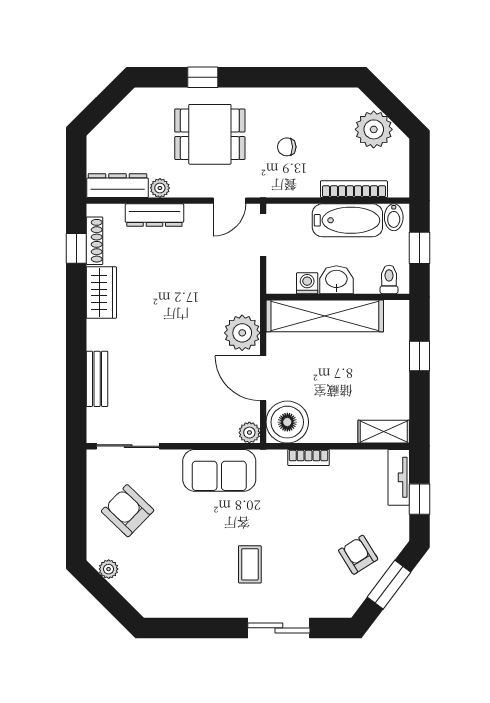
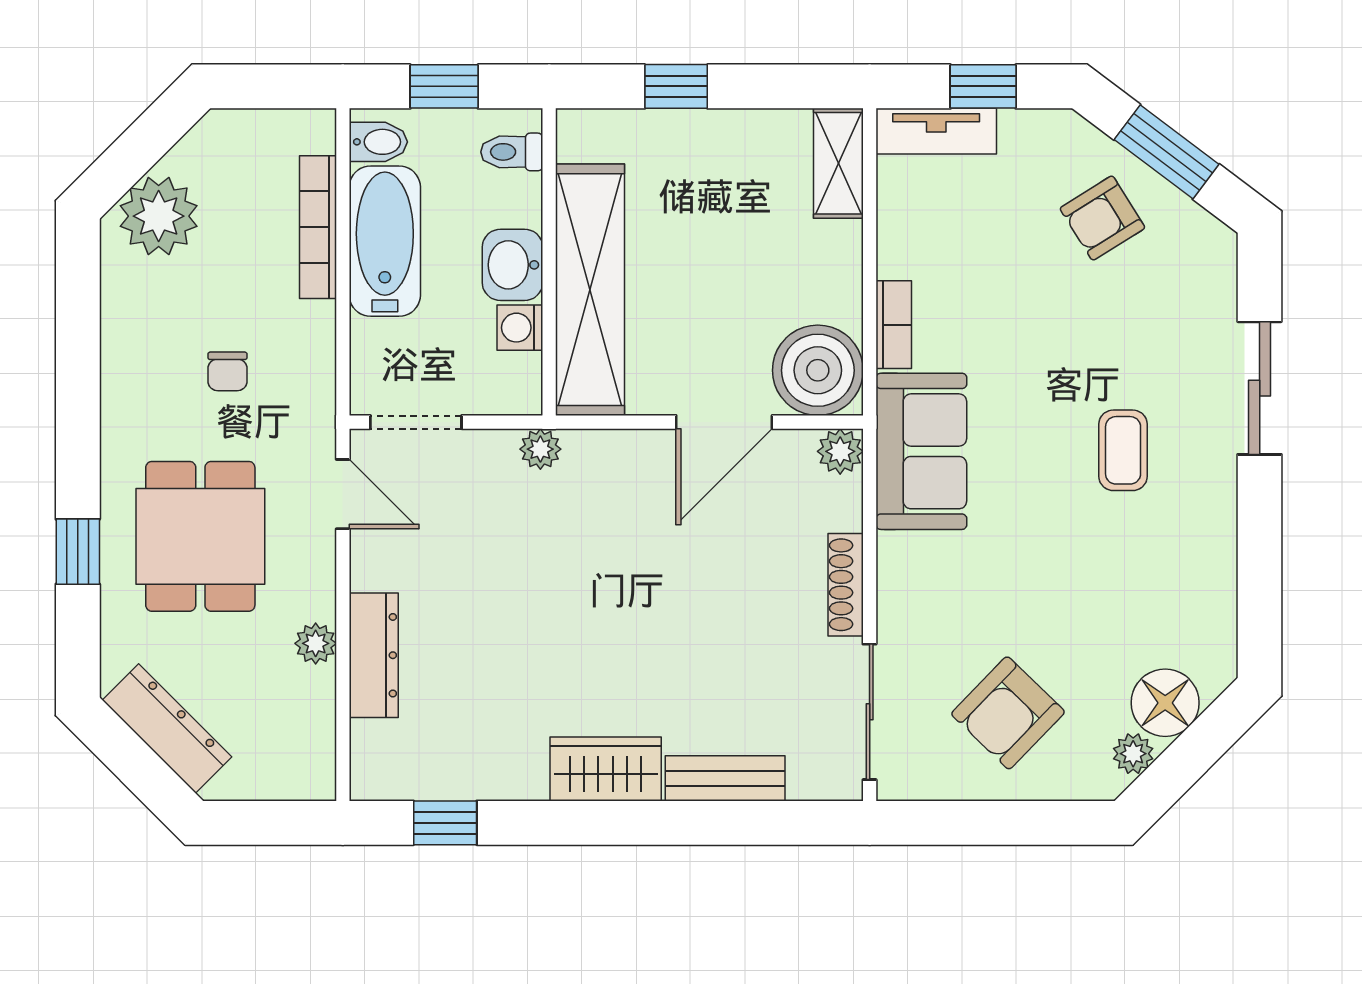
plant: (374, 129) -> (159, 216), moved
dresser: (118, 186) -> (167, 729), moved, turned 135
shoe rack: (95, 241) -> (846, 585), moved, turned -90
wardrobe: (101, 293) -> (606, 769), moved
plant: (242, 333) -> (540, 449), moved, width x0.53, depth x0.53
sofa: (219, 470) -> (921, 451), moved
coffee table: (250, 564) -> (1123, 450), turned 90
floor lamp: (132, 584) -> (1165, 703), added

